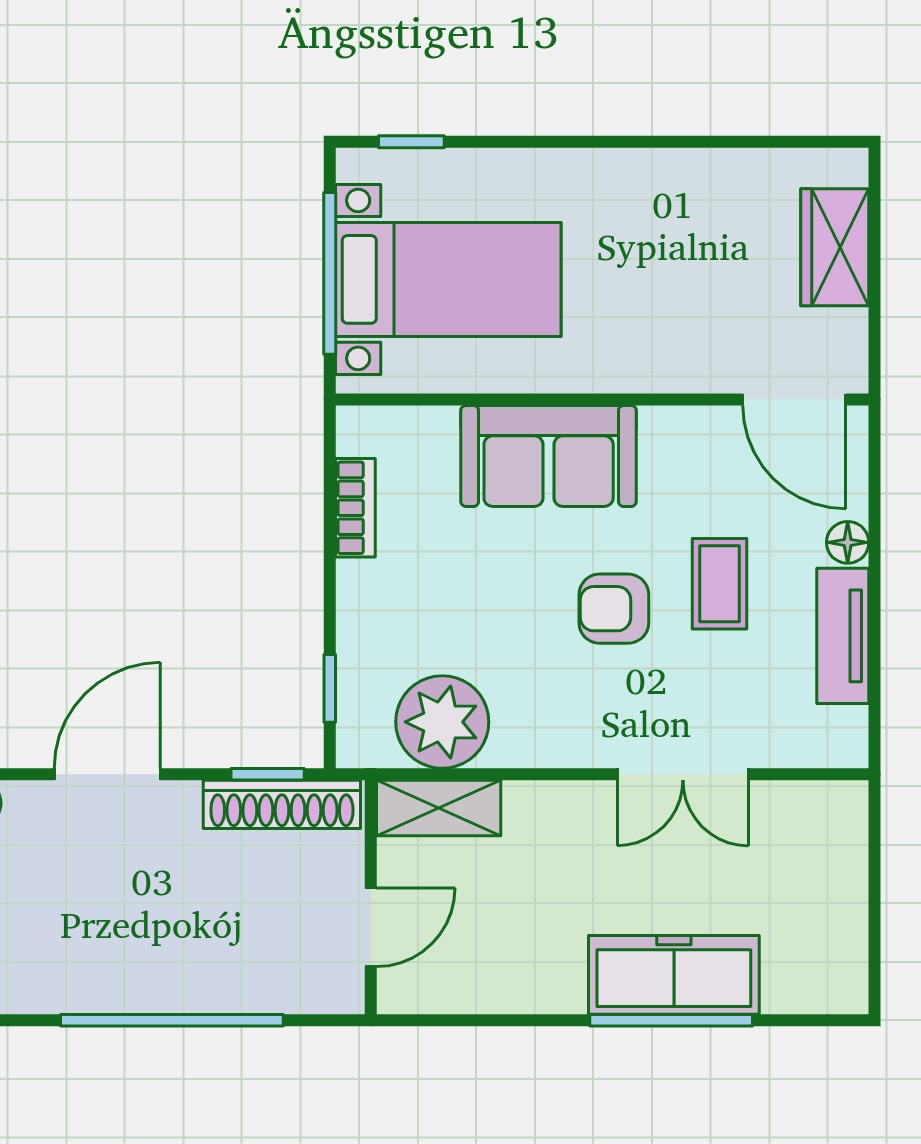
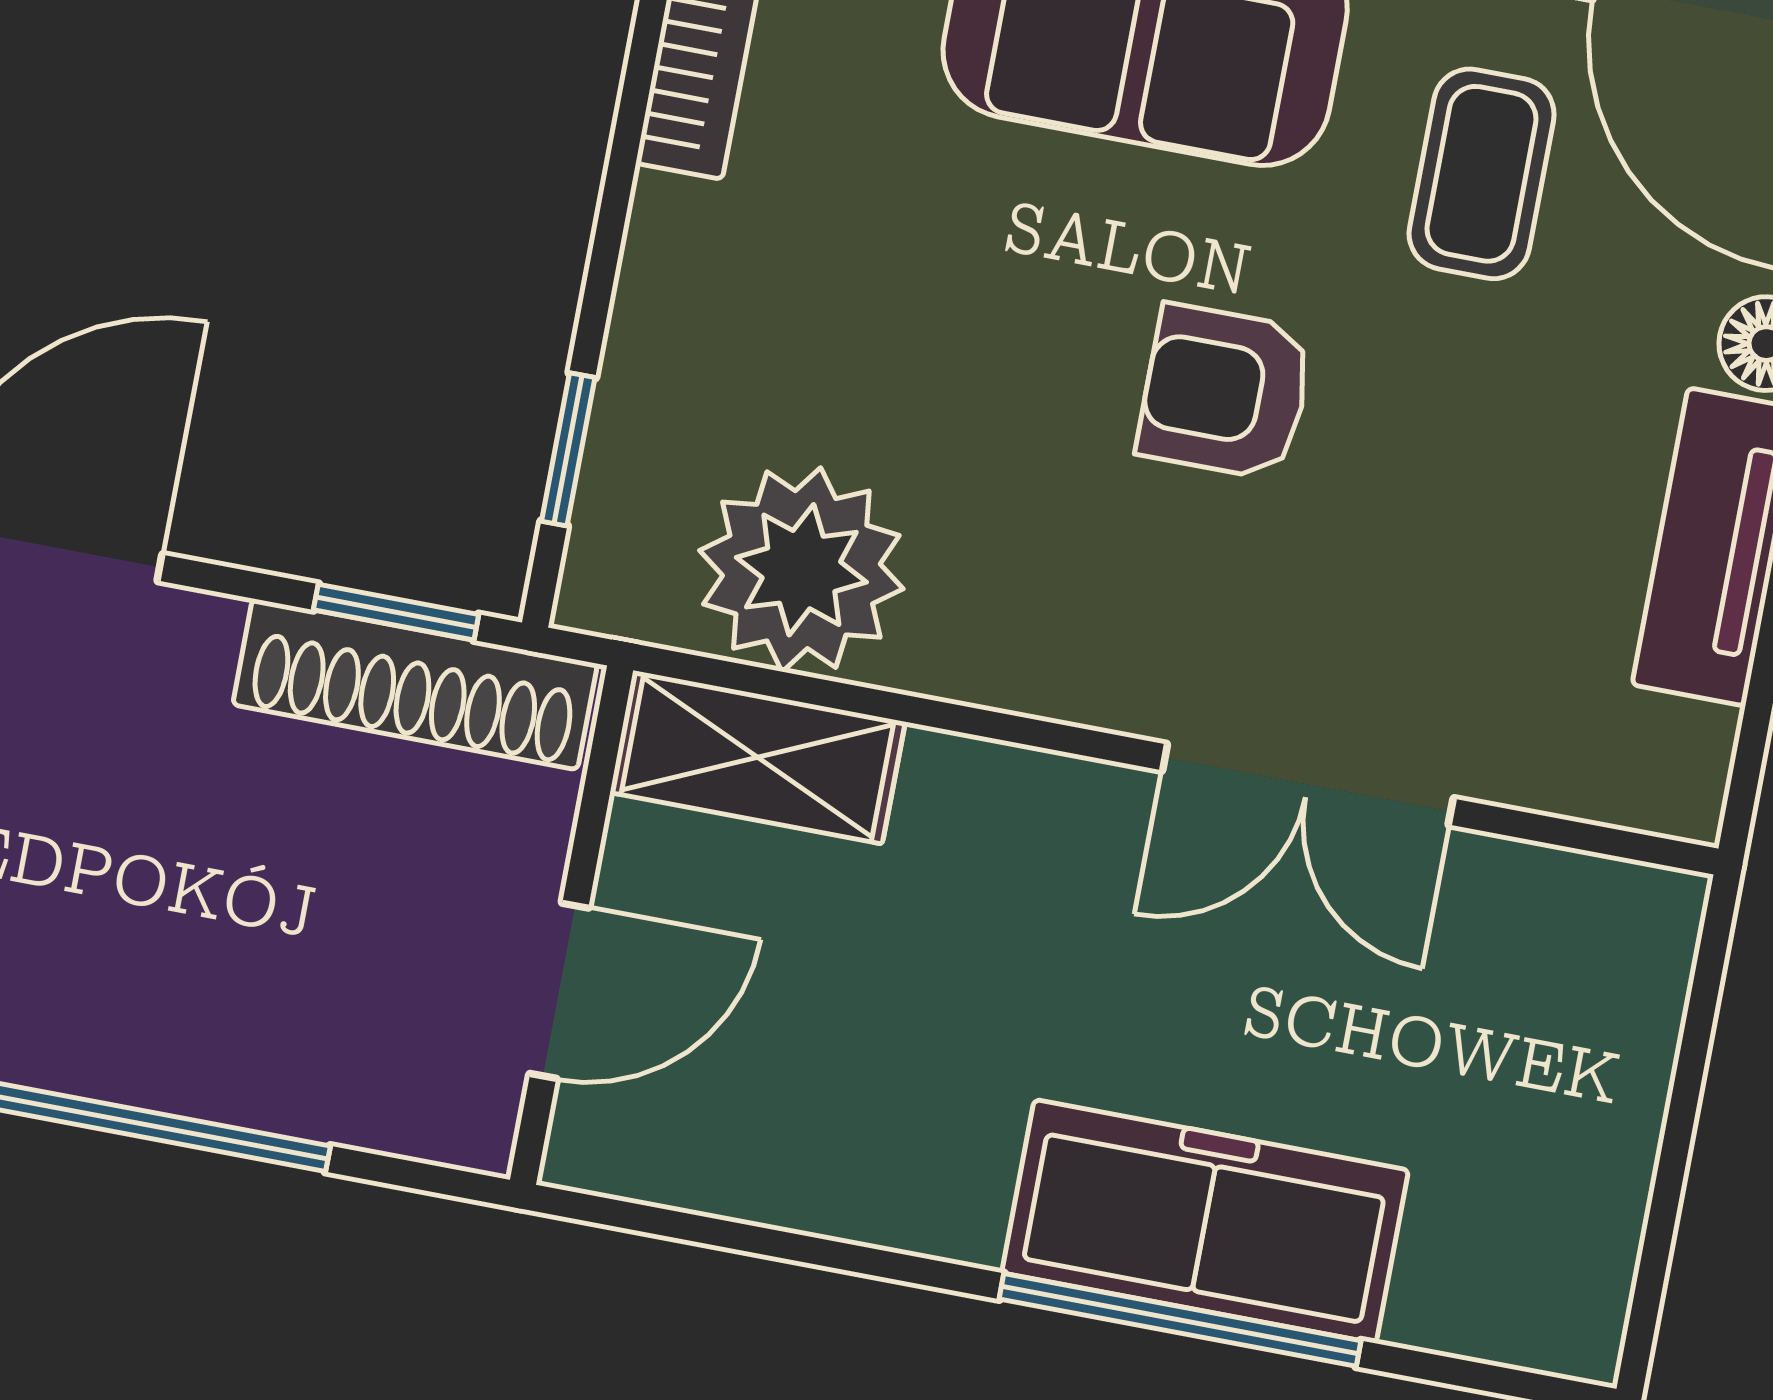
coffee table: (719, 584) -> (1482, 174), moved

